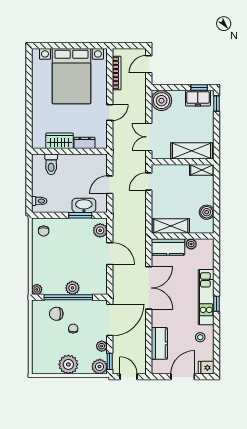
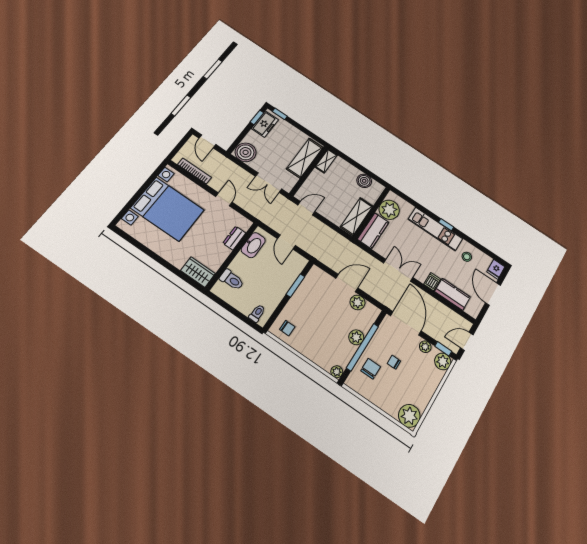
wardrobe: (59, 141) -> (198, 272), moved, turned 90
door: (149, 181) -> (306, 208), swing flipped
washbasin: (84, 205) -> (253, 245), moved, turned 180
plant: (100, 230) -> (357, 302), moved
plant: (191, 244) -> (389, 210), width x1.87, depth x1.87
double door: (149, 288) -> (398, 270), width x0.73
chair: (56, 314) -> (371, 369), turned 180
dishwasher: (159, 321) -> (432, 282), added
plant: (68, 364) -> (409, 416), moved

